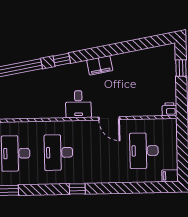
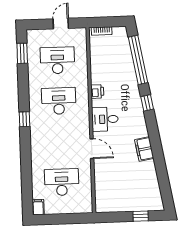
filing cabinet: (100, 65) -> (144, 149), moved
printer: (169, 109) -> (97, 91), moved
door: (109, 118) -> (92, 149), swing flipped

